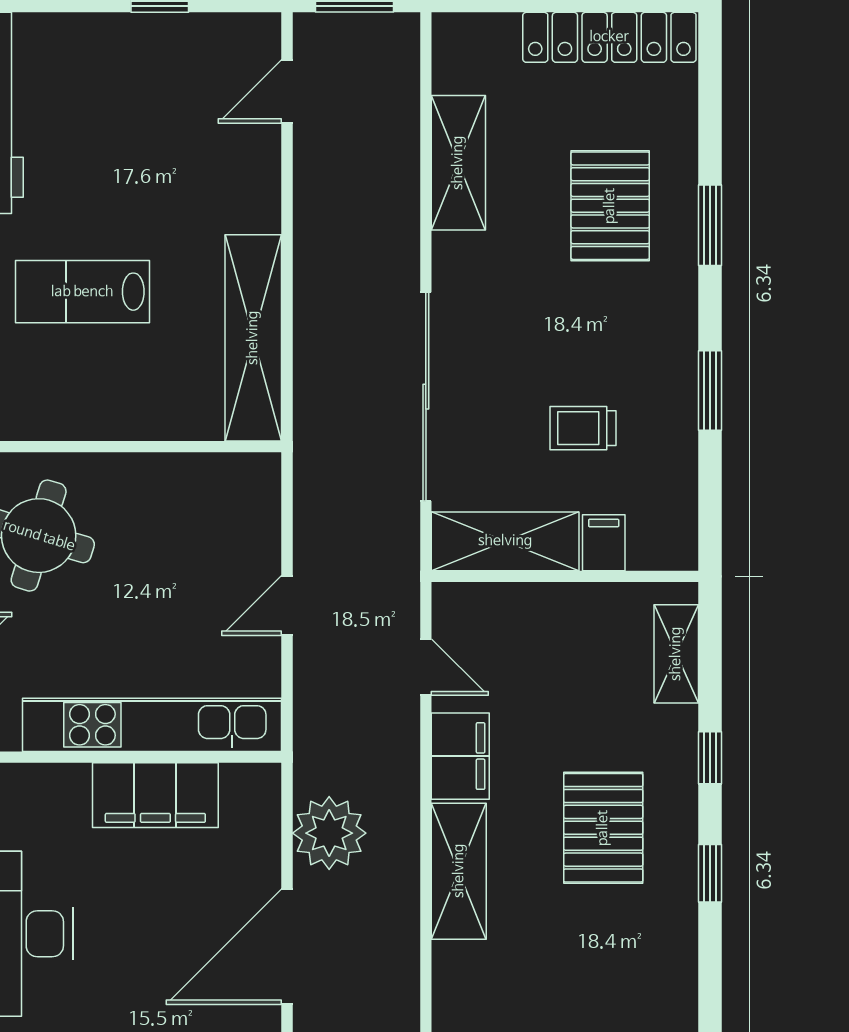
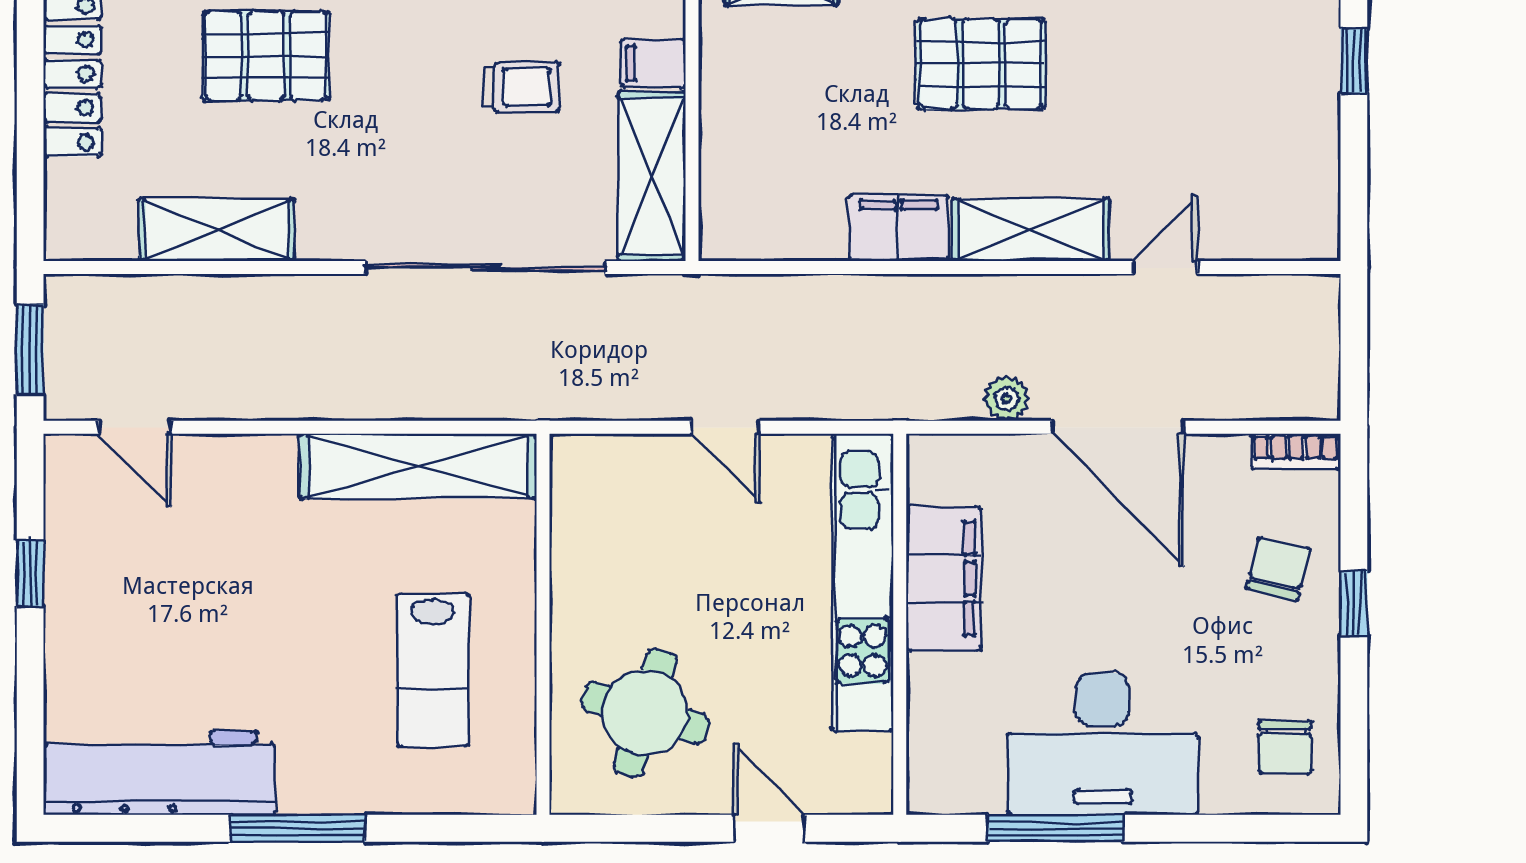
lab bench: (82, 292) -> (433, 670), moved
trolley: (583, 428) -> (522, 87), turned -90
door: (426, 667) -> (1165, 268), moved
plant: (329, 833) -> (1007, 398), width x0.53, depth x0.53

